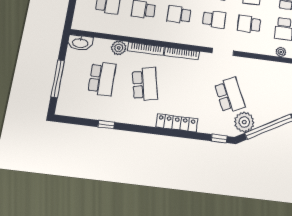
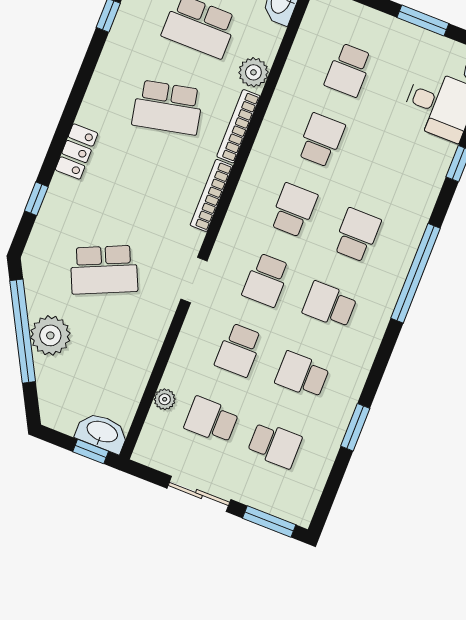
school desk: (249, 24) -> (239, 350), turned 180
plant: (244, 122) -> (50, 335), moved
locker: (177, 123) -> (77, 152), width x0.66
window: (219, 139) -> (36, 199), moved

